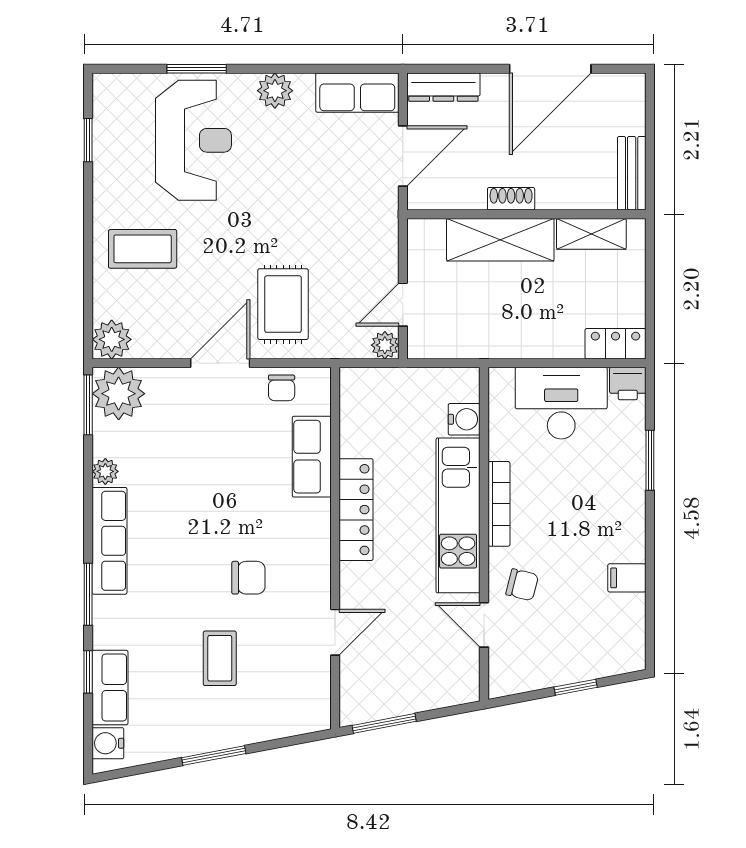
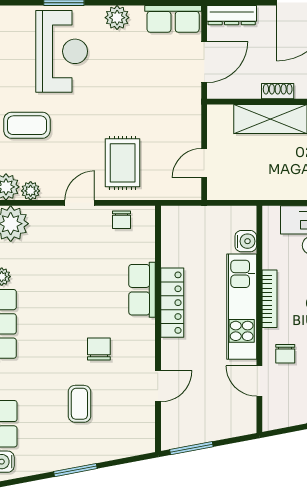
plant: (385, 345) -> (31, 191), moved
door: (220, 363) -> (80, 203), width x0.73
row of seats: (312, 457) -> (142, 290), moved
chair: (248, 578) -> (99, 349), turned -90
chair: (522, 585) -> (285, 354), turned 76

